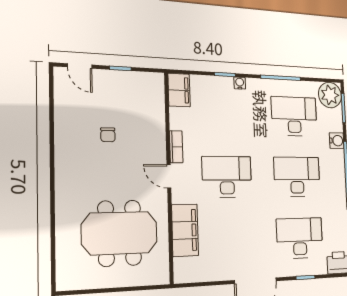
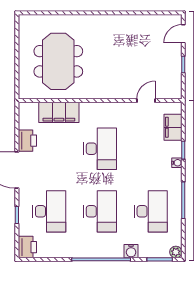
filing cabinet: (179, 90) -> (173, 127), moved, turned 90
plant: (330, 95) -> (176, 252), width x0.53, depth x0.53
chair: (108, 135) -> (132, 54), removed
bookcase: (176, 147) -> (124, 107), removed
door: (169, 176) -> (146, 101), moved
printer: (221, 269) -> (27, 141), added

